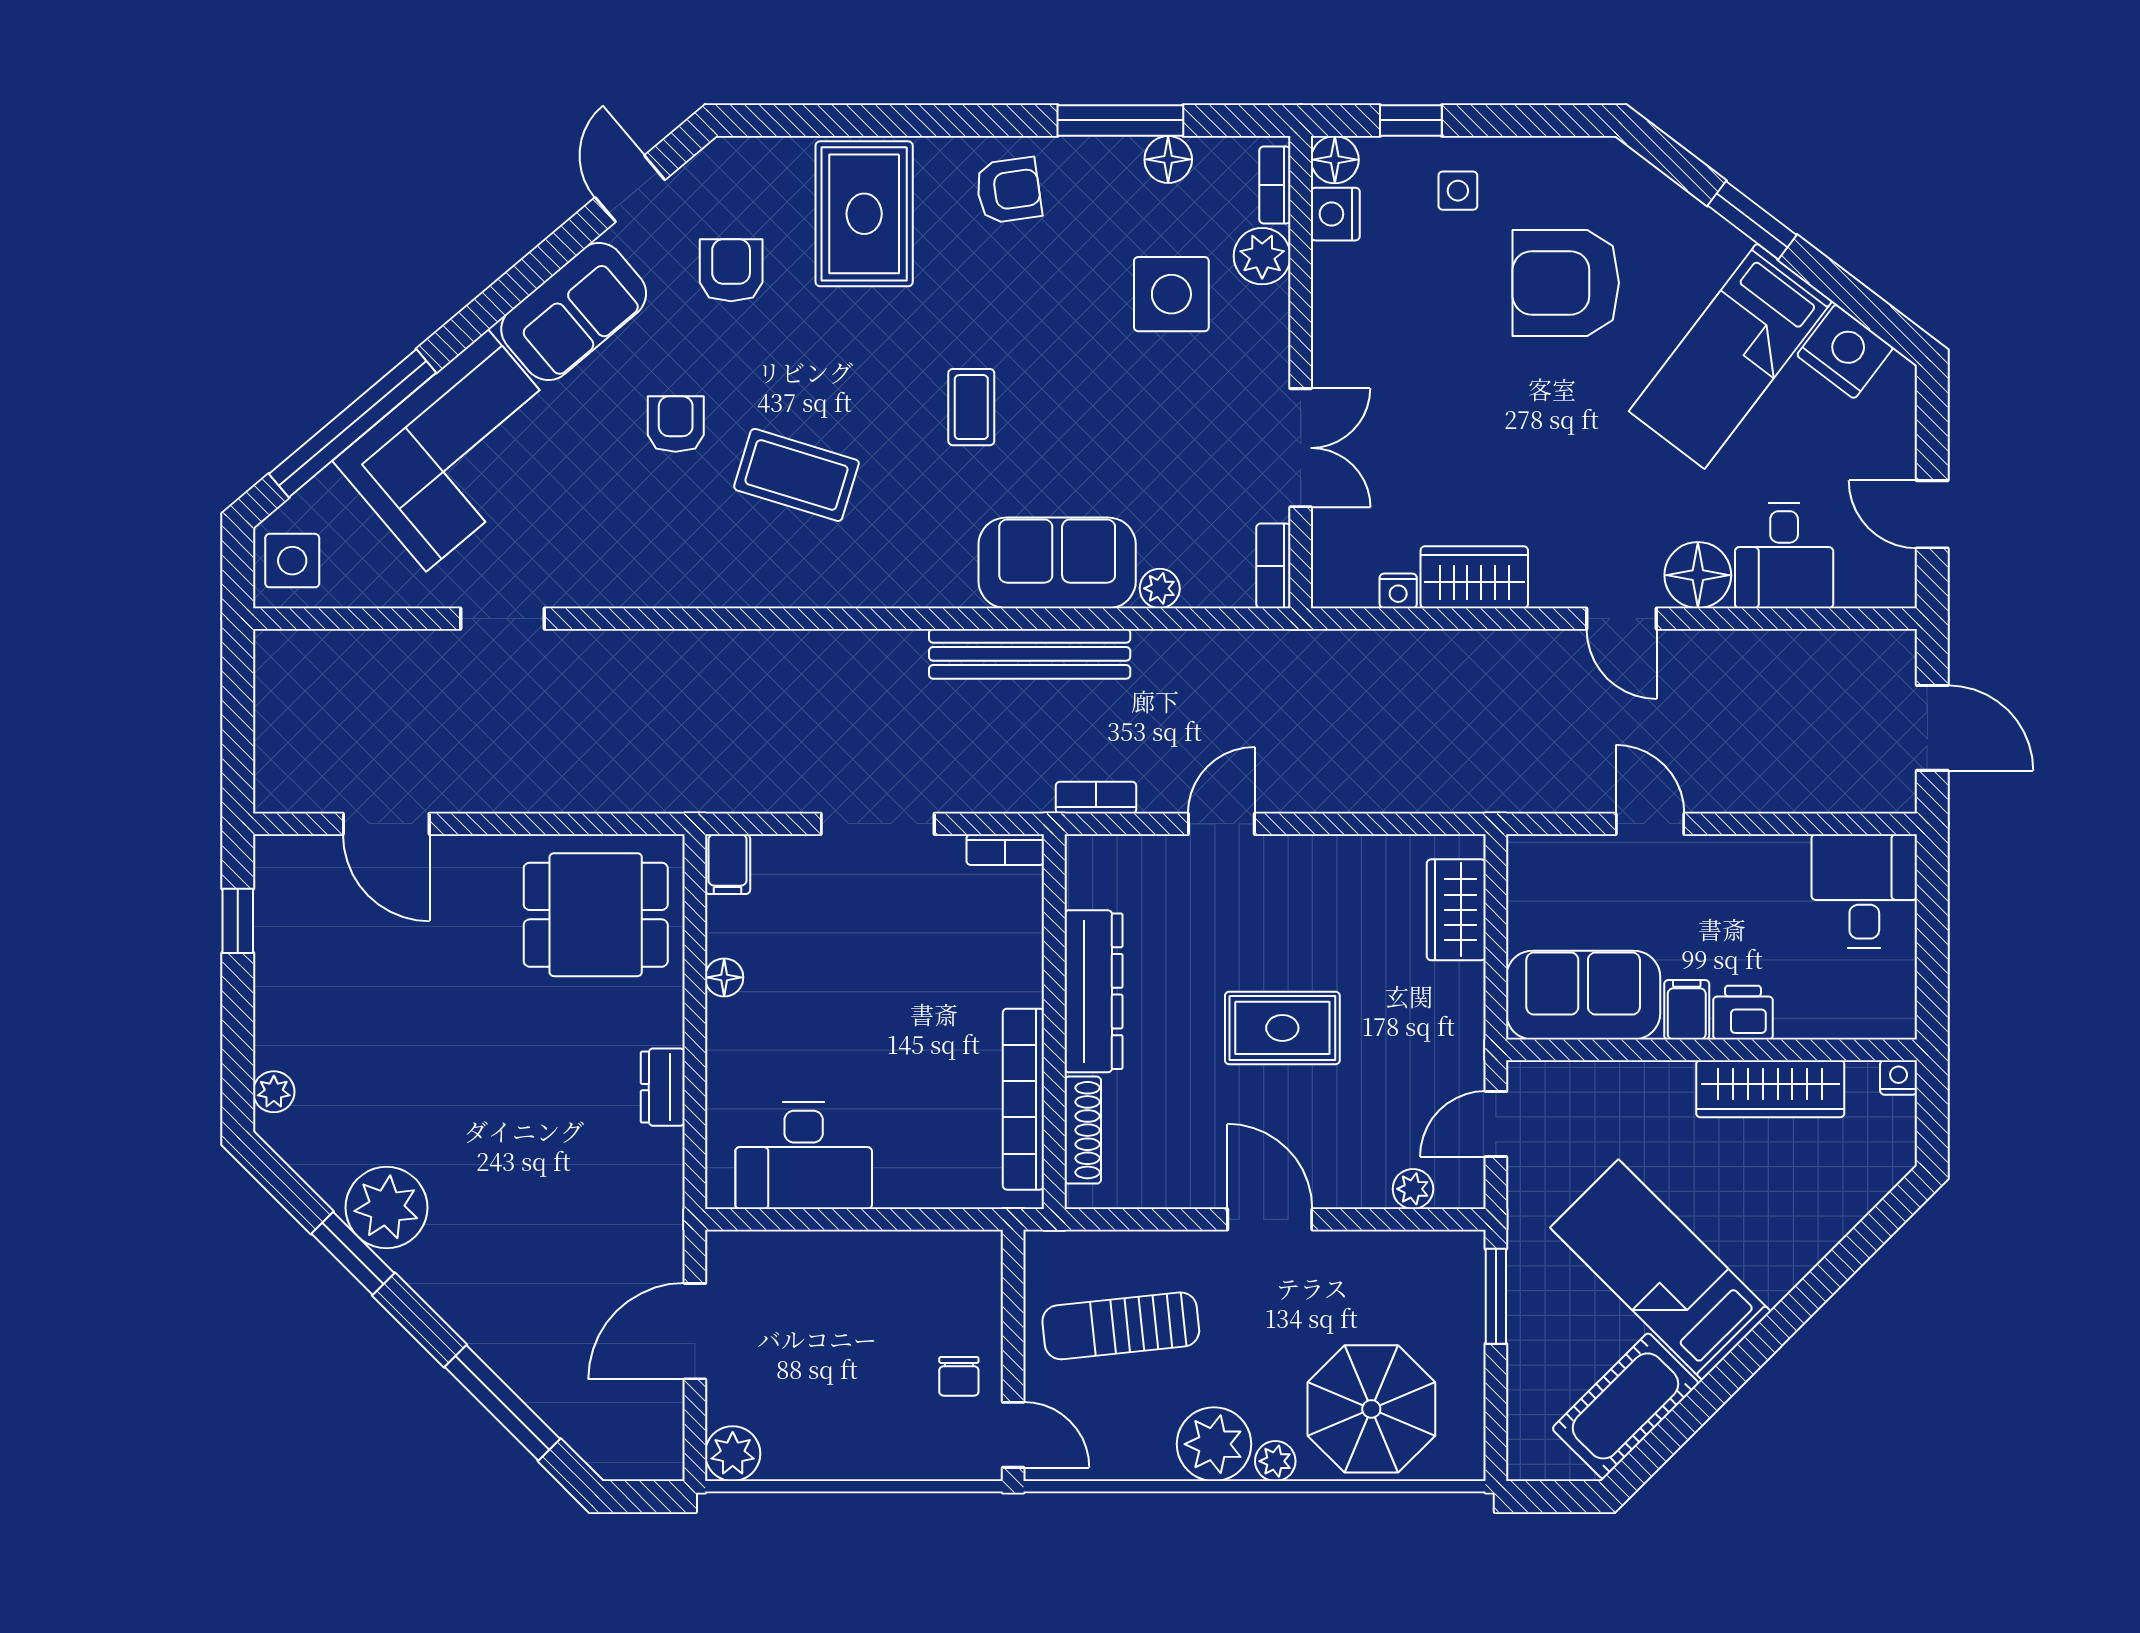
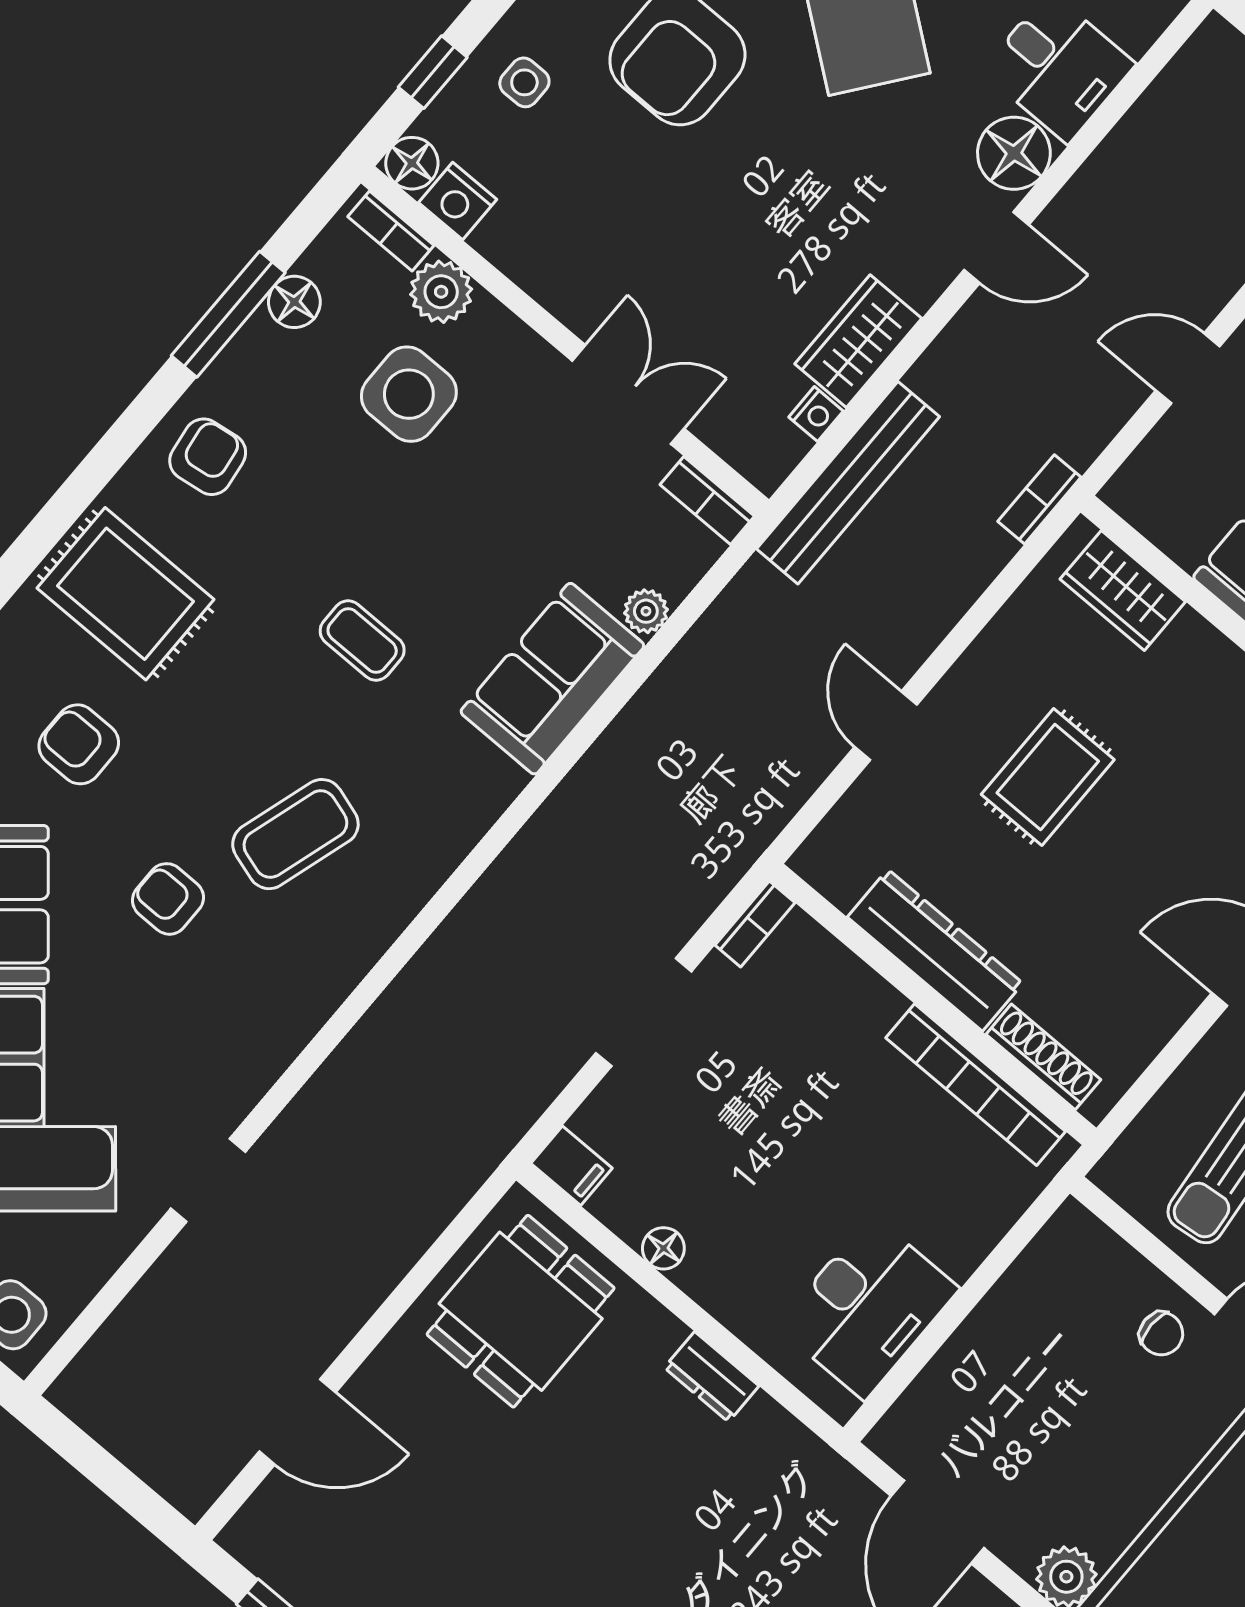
bench: (1030, 654) -> (848, 483), moved
bookcase: (1096, 798) -> (1039, 499), moved
rug: (1282, 1028) -> (1048, 777), moved

